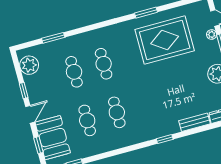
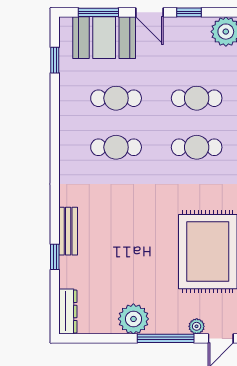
bench: (194, 122) -> (68, 231), moved
window: (165, 139) -> (55, 257), moved
window: (38, 145) -> (98, 12), width x1.50

